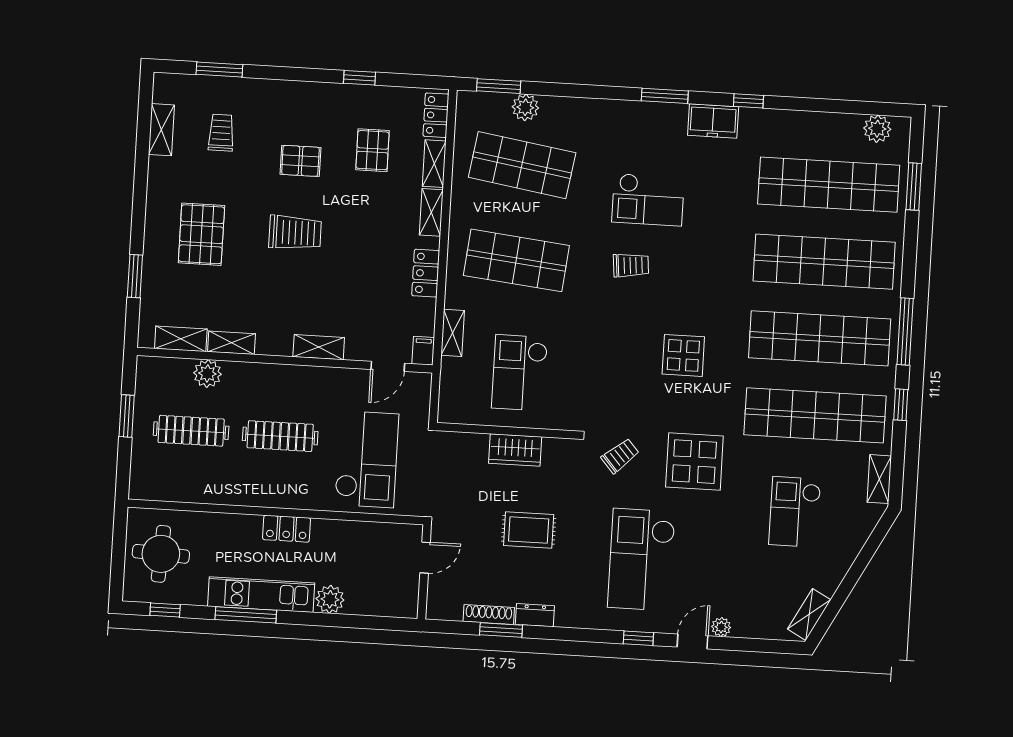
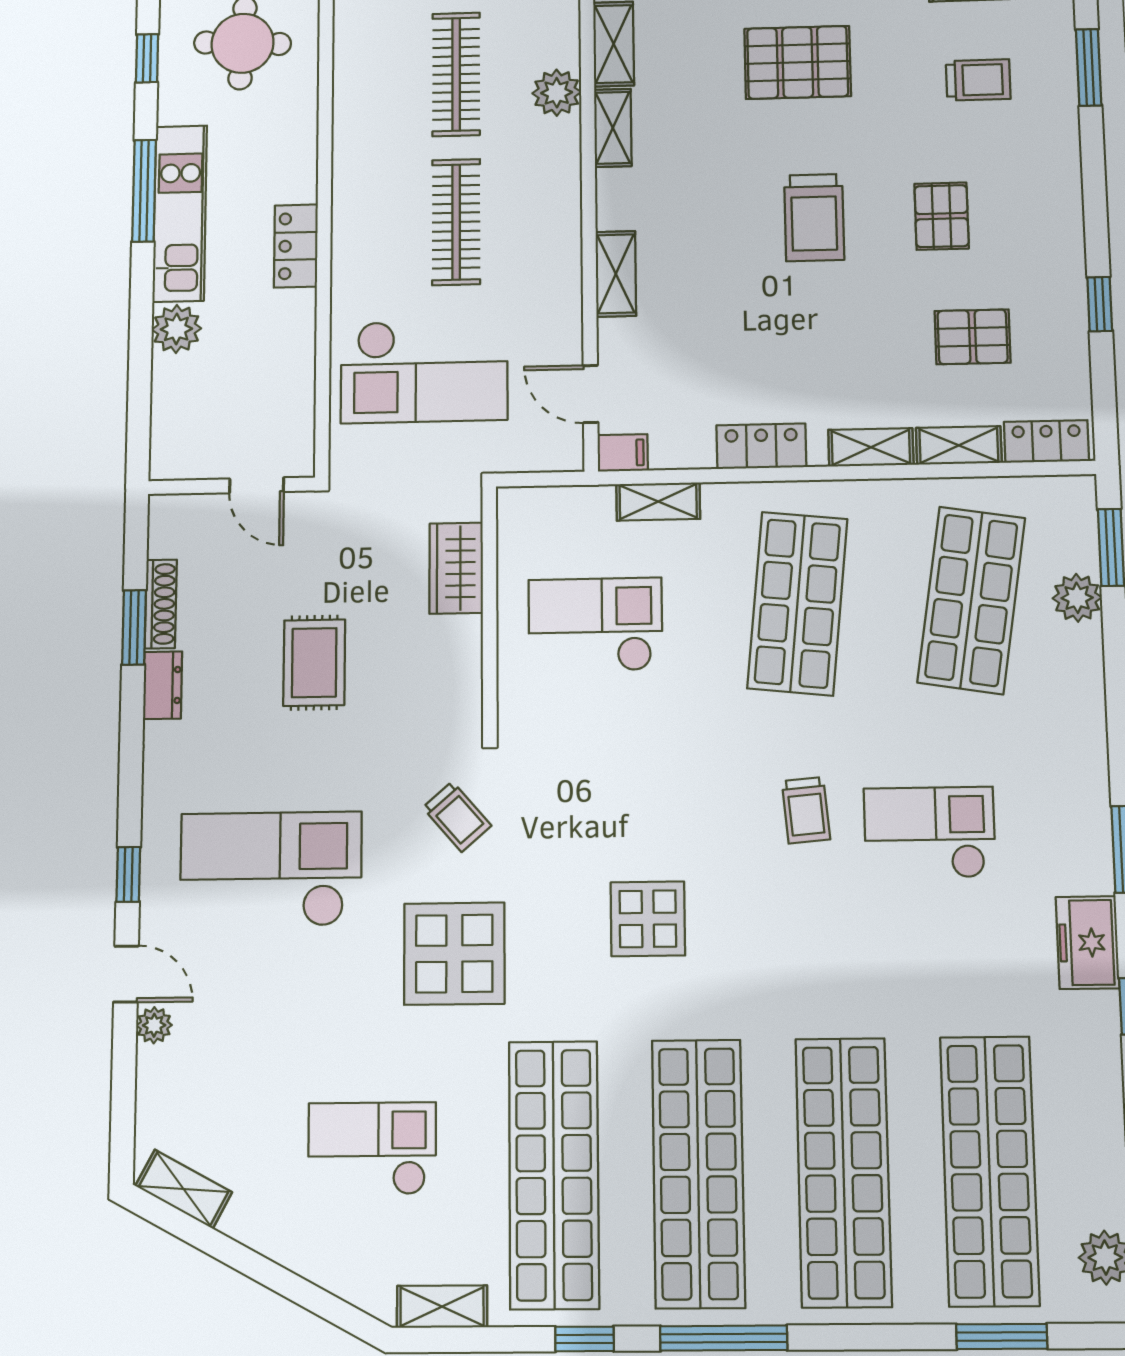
checkout: (648, 200) -> (930, 833), turned 90
wardrobe: (515, 450) -> (456, 568), moved

